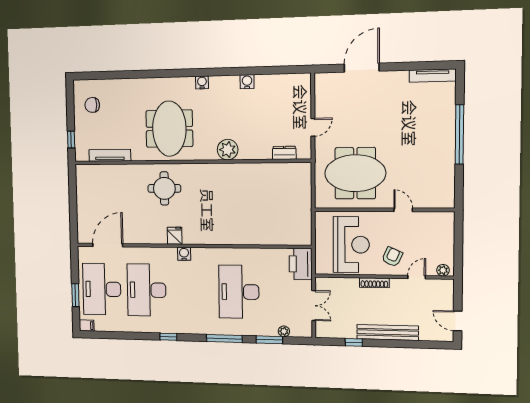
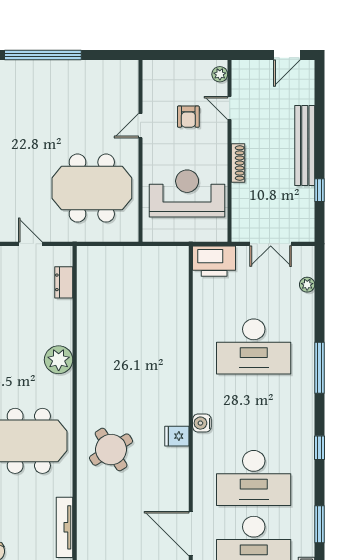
meeting table: (355, 173) -> (92, 188), turned 90
round table: (164, 188) -> (111, 450), turned -32
armchair: (392, 257) -> (188, 117), moved, turned -114
double door: (314, 306) -> (271, 244), swing flipped
window: (269, 340) -> (320, 524), moved

